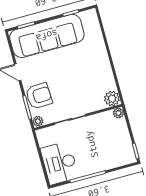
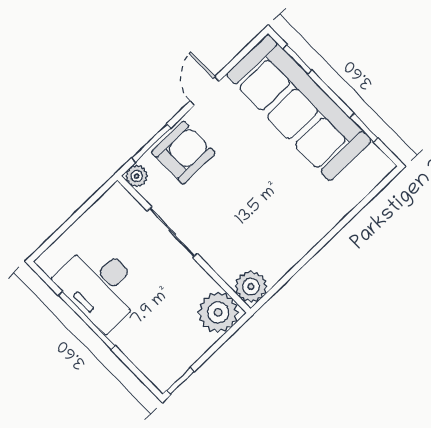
armchair: (39, 96) -> (183, 153), turned -88
plant: (118, 113) -> (218, 312), width x1.88, depth x1.88
desk: (59, 163) -> (100, 286), moved, turned -90

